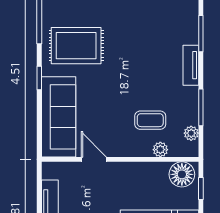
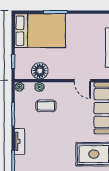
plant: (191, 133) -> (19, 87), moved
floor lamp: (182, 174) -> (40, 71), moved

